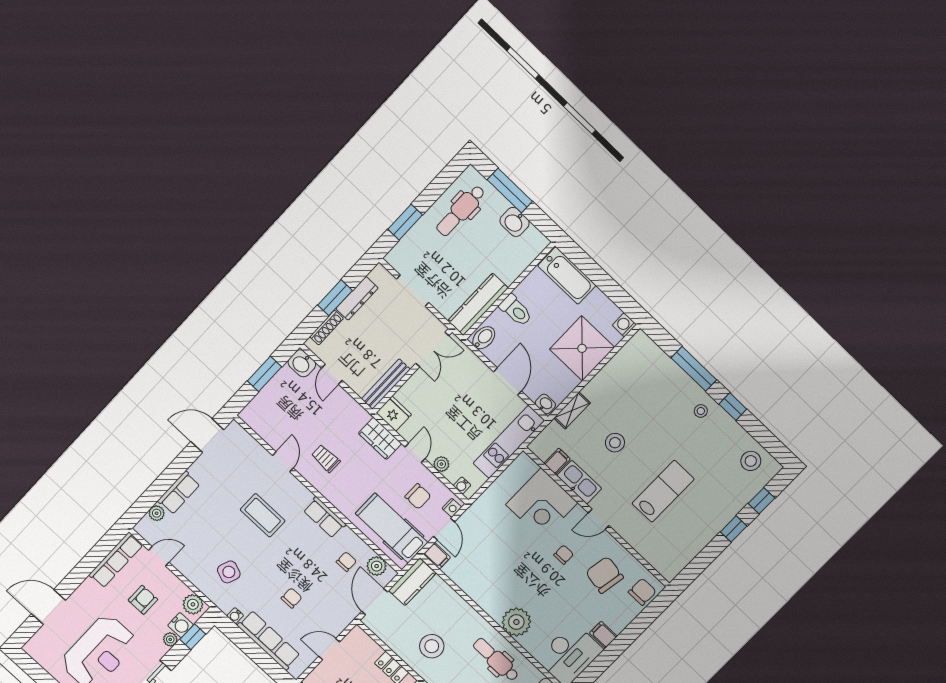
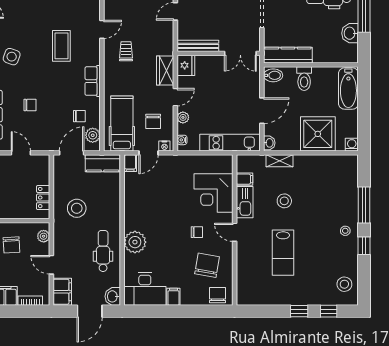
lab bench: (663, 491) -> (283, 253), turned 90
chair: (642, 592) -> (218, 295), turned -90

